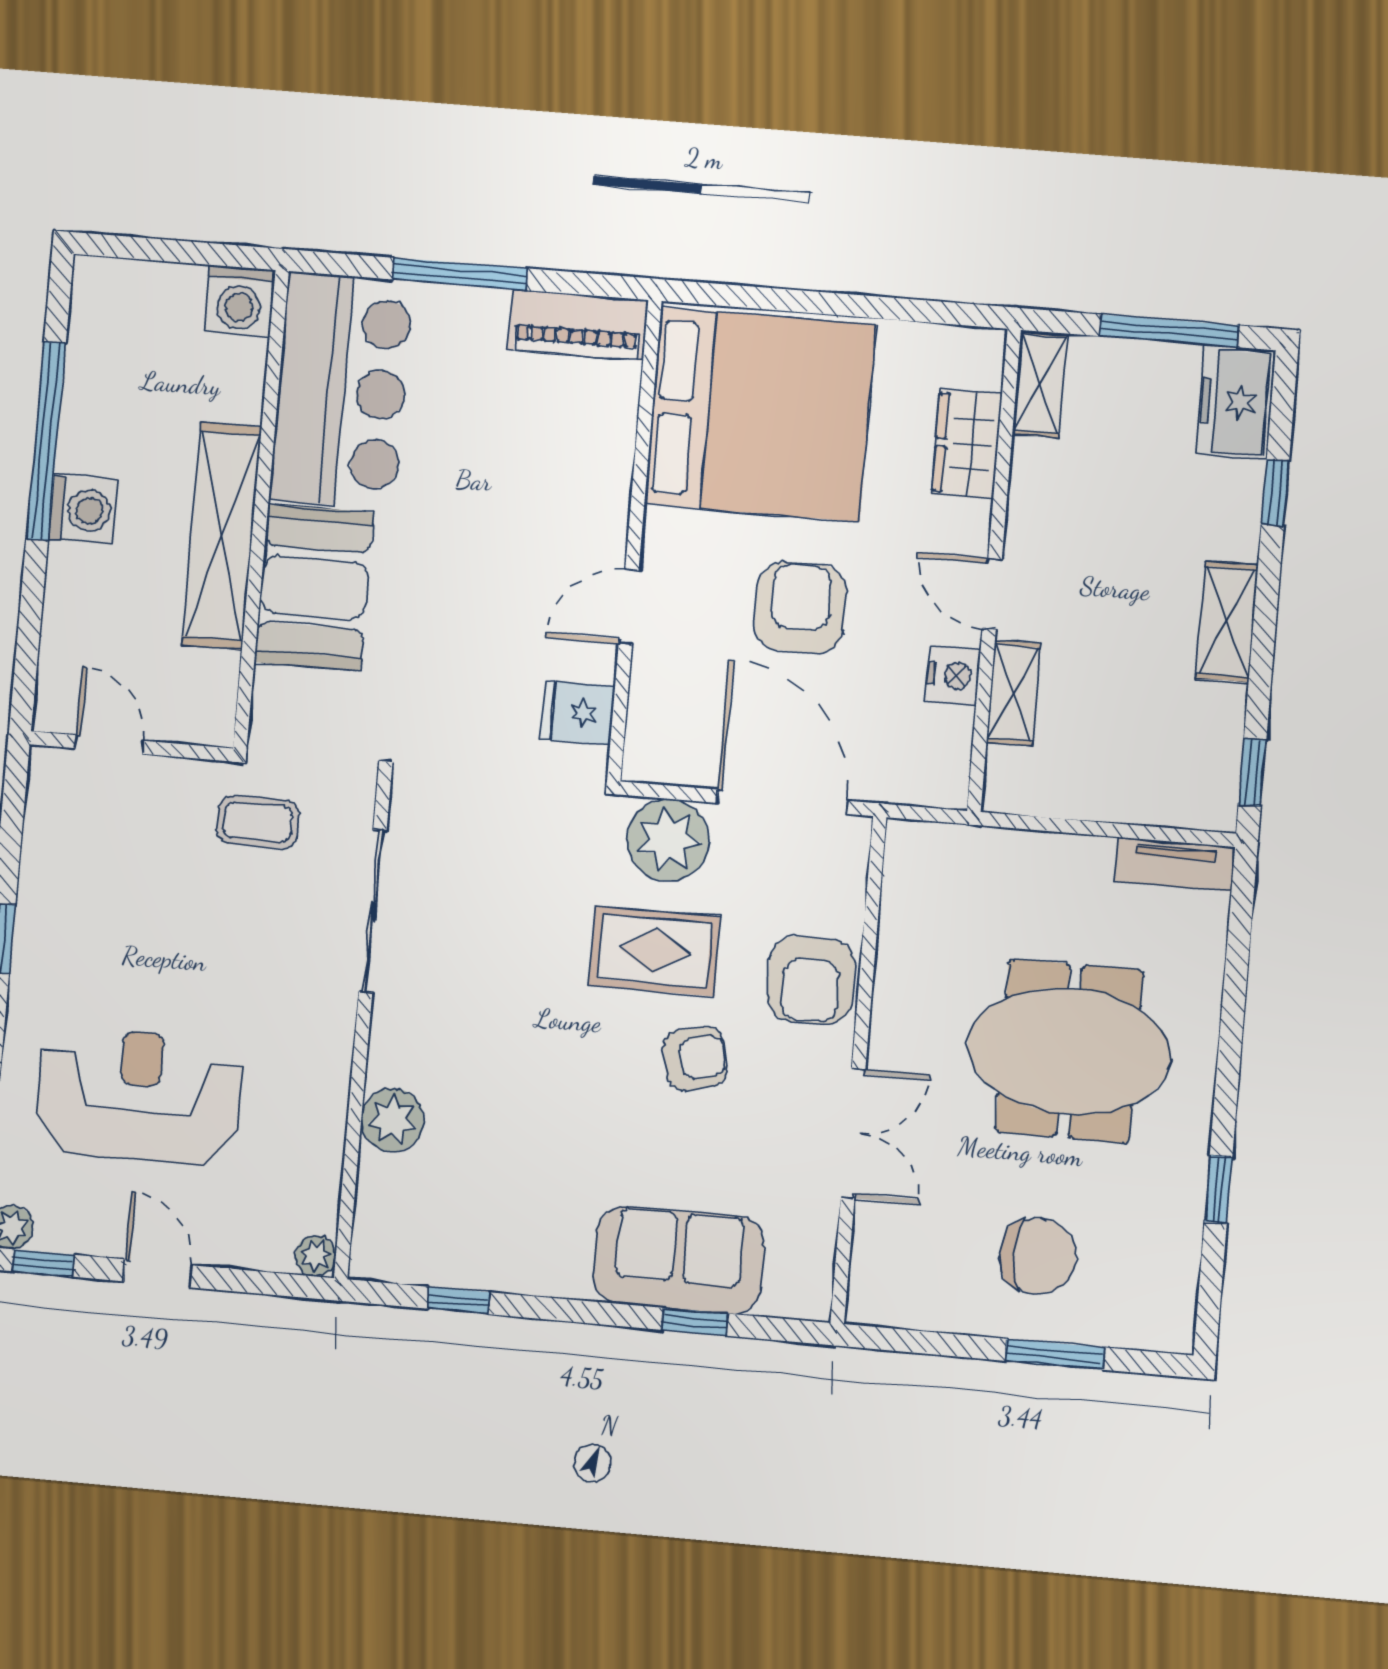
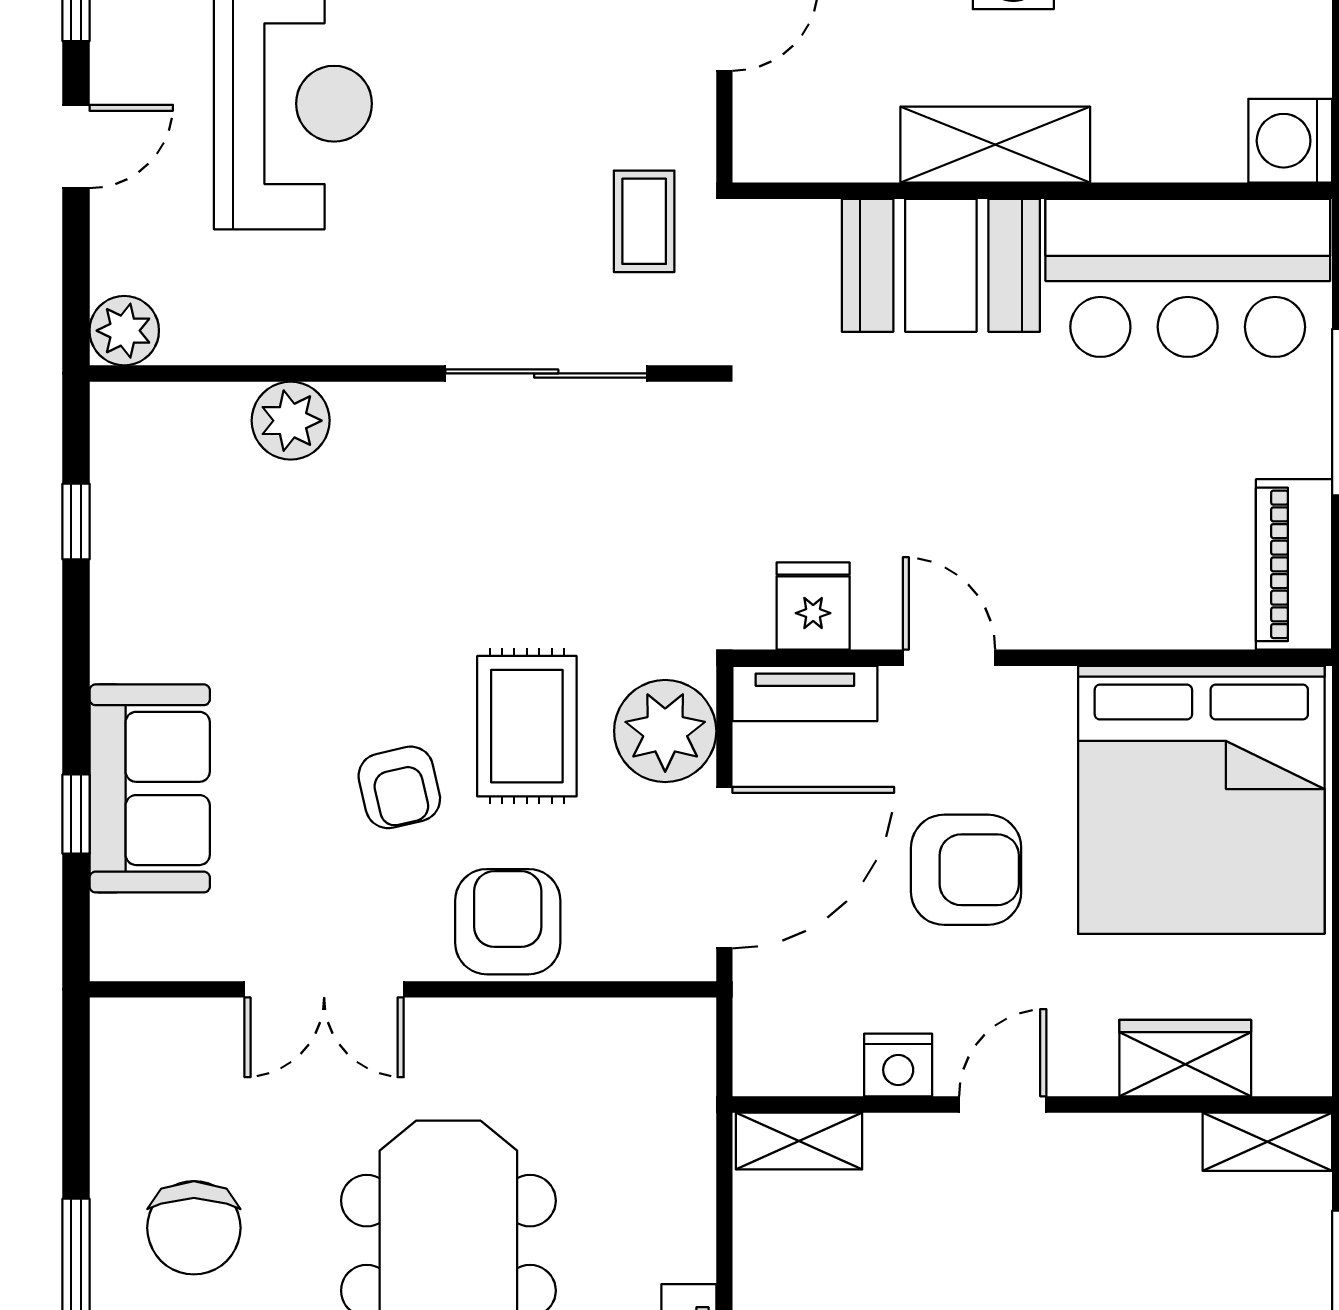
shelving: (222, 536) -> (995, 145), width x0.68
shelving: (1014, 693) -> (799, 1141), moved
tv unit: (647, 725) -> (805, 694), added
armchair: (811, 980) -> (508, 922), turned 90
plant: (316, 1256) -> (124, 331), width x1.38, depth x1.38

